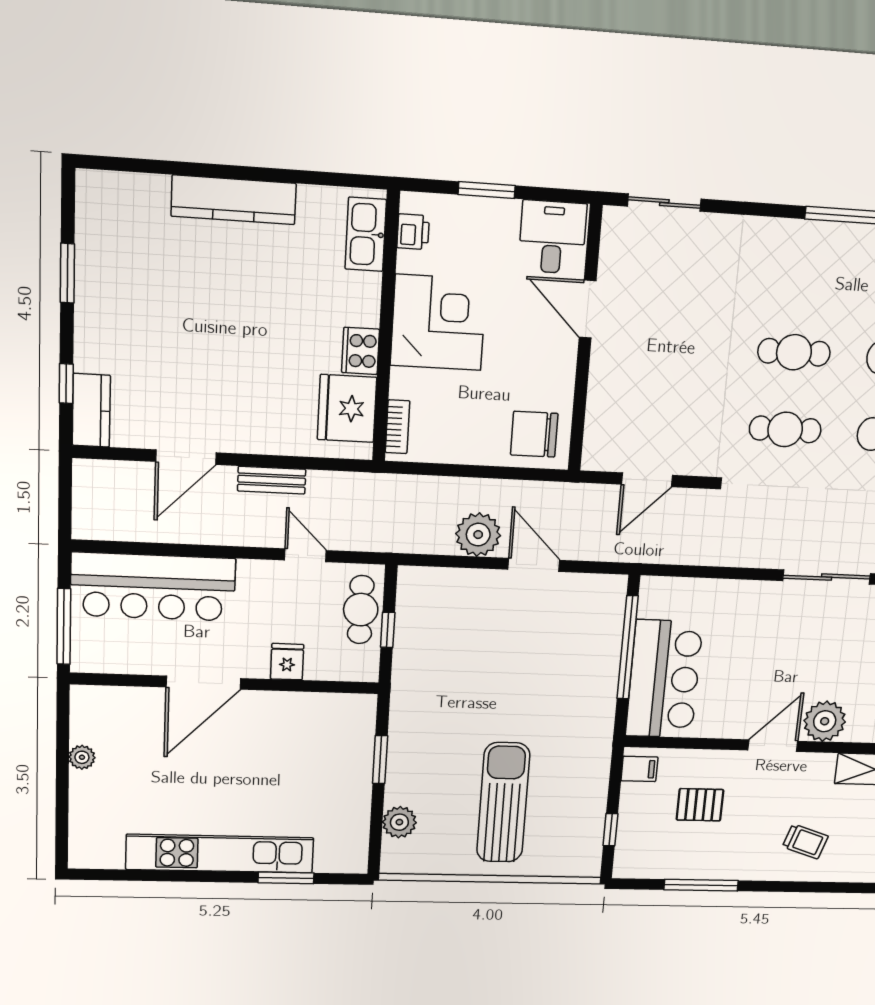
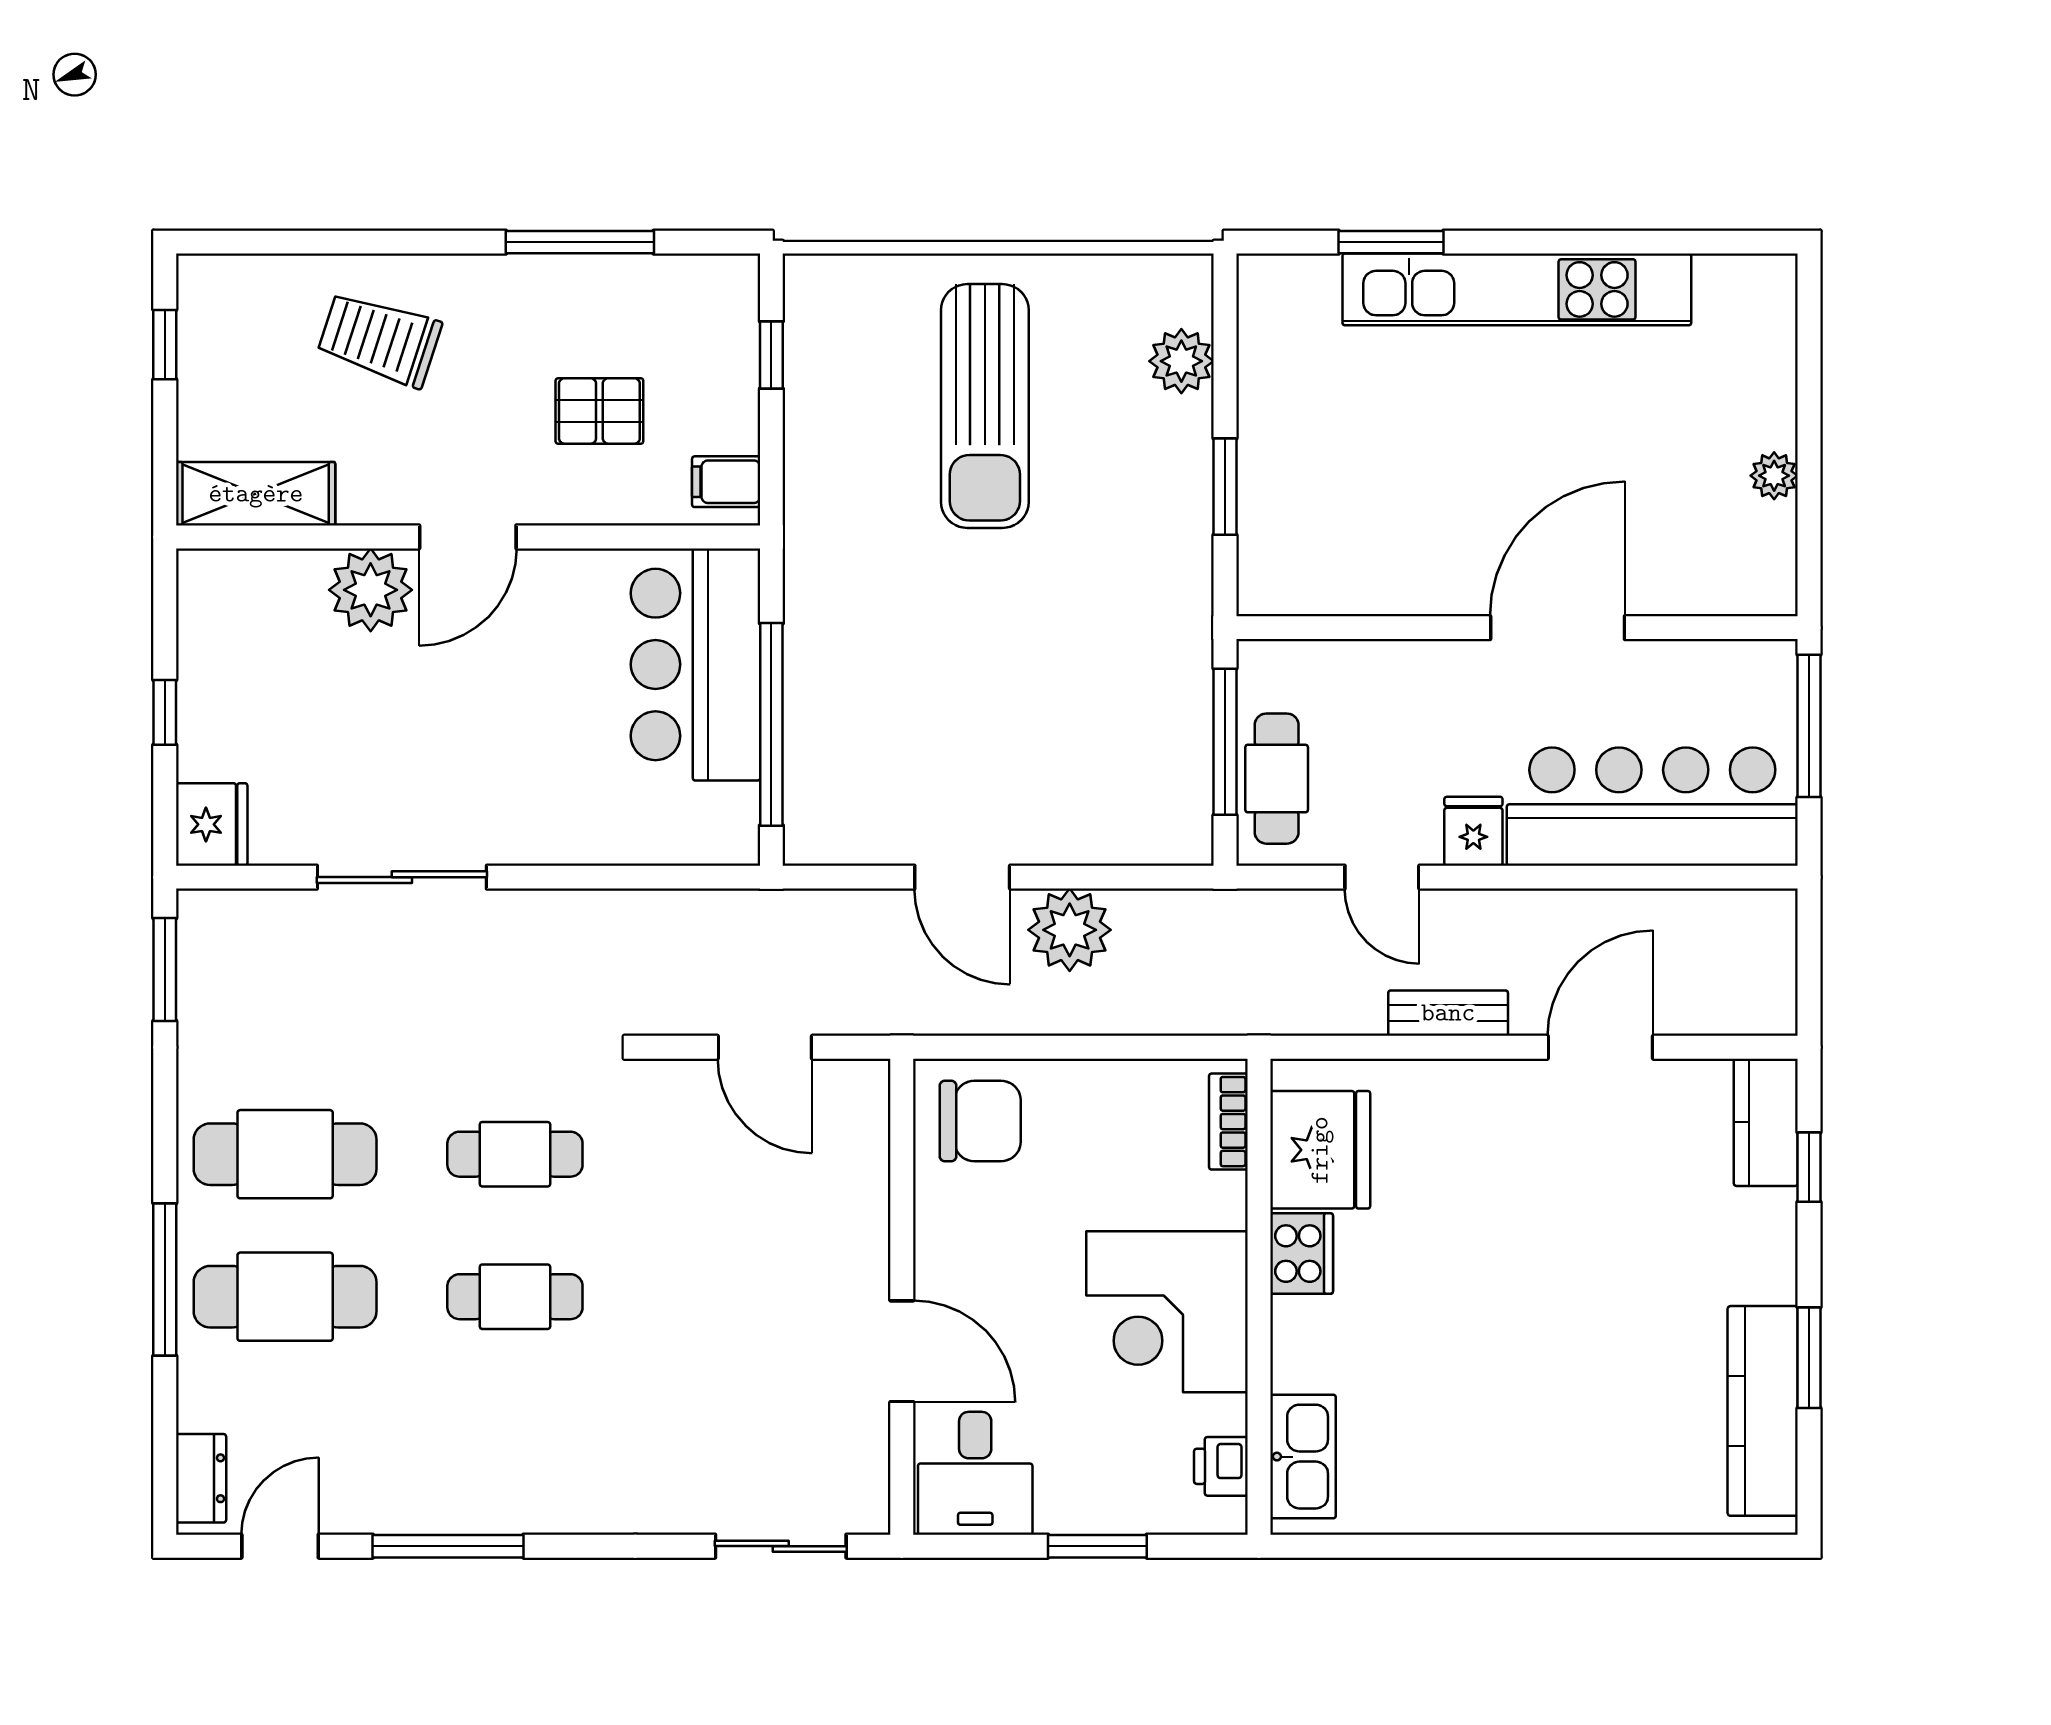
kitchen counter: (234, 200) -> (1763, 1411), moved, turned -90
door: (647, 480) -> (765, 1047), swing flipped
window: (388, 630) -> (1225, 742), width x2.17
fridge: (287, 662) -> (1473, 831), moved, turned 180
trolley: (805, 841) -> (379, 339), width x1.36, depth x1.39

